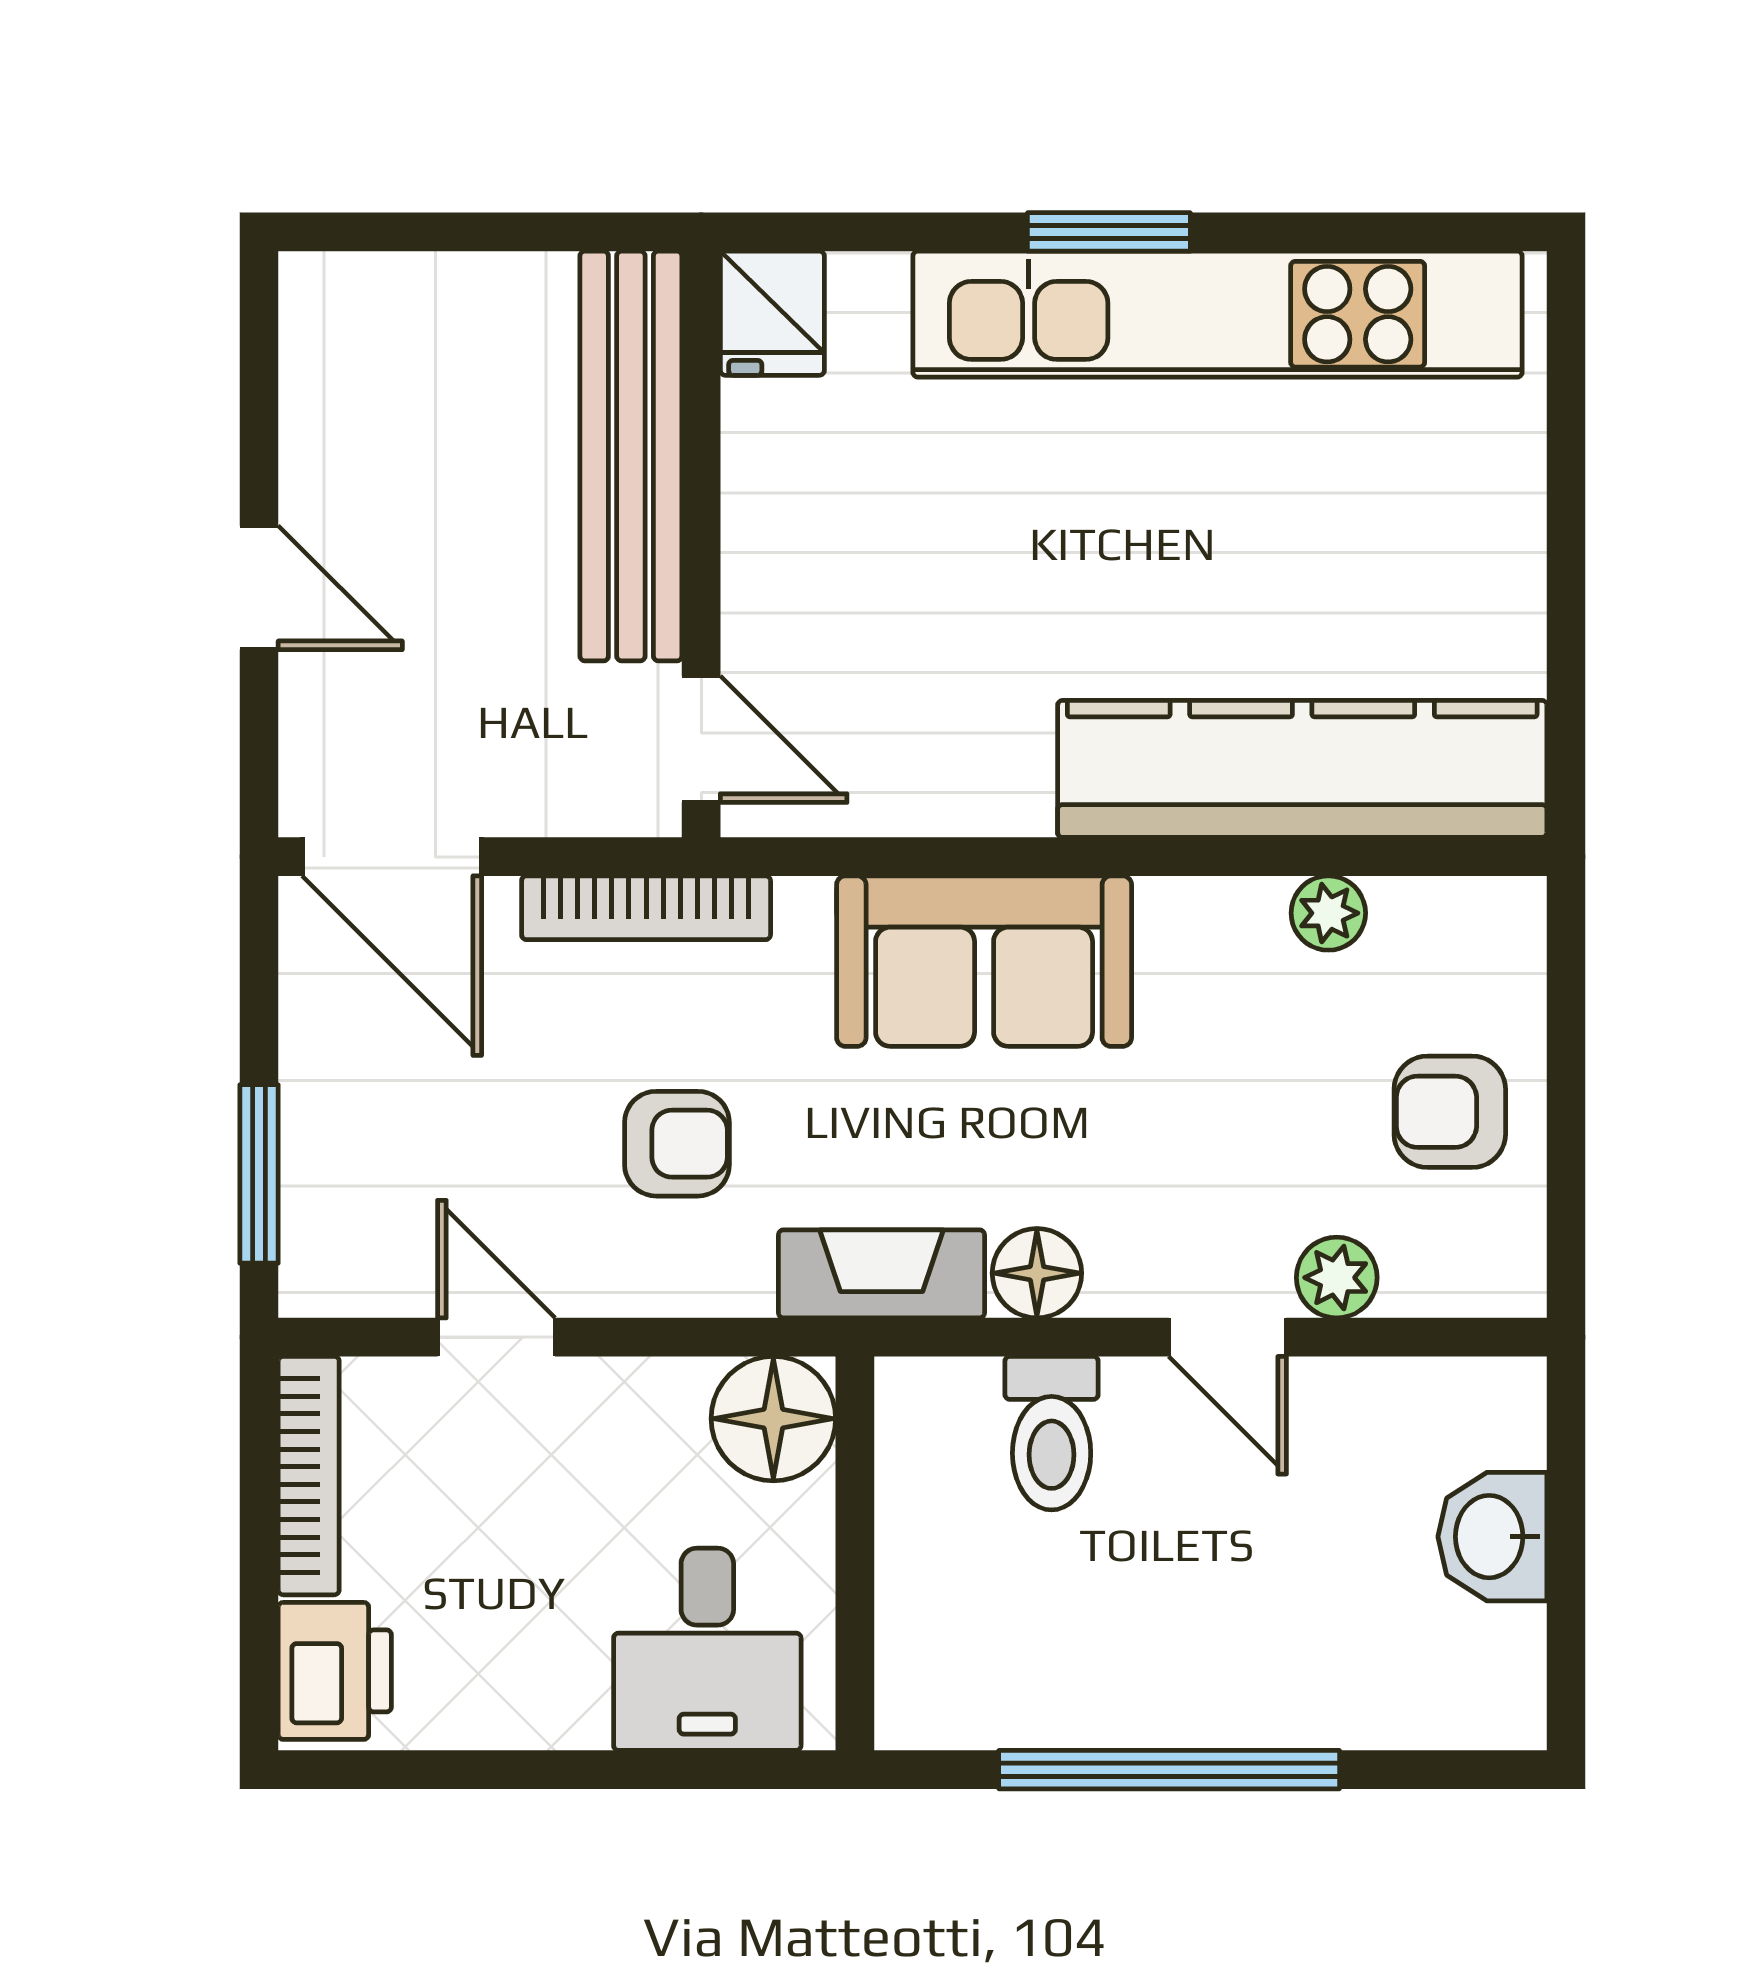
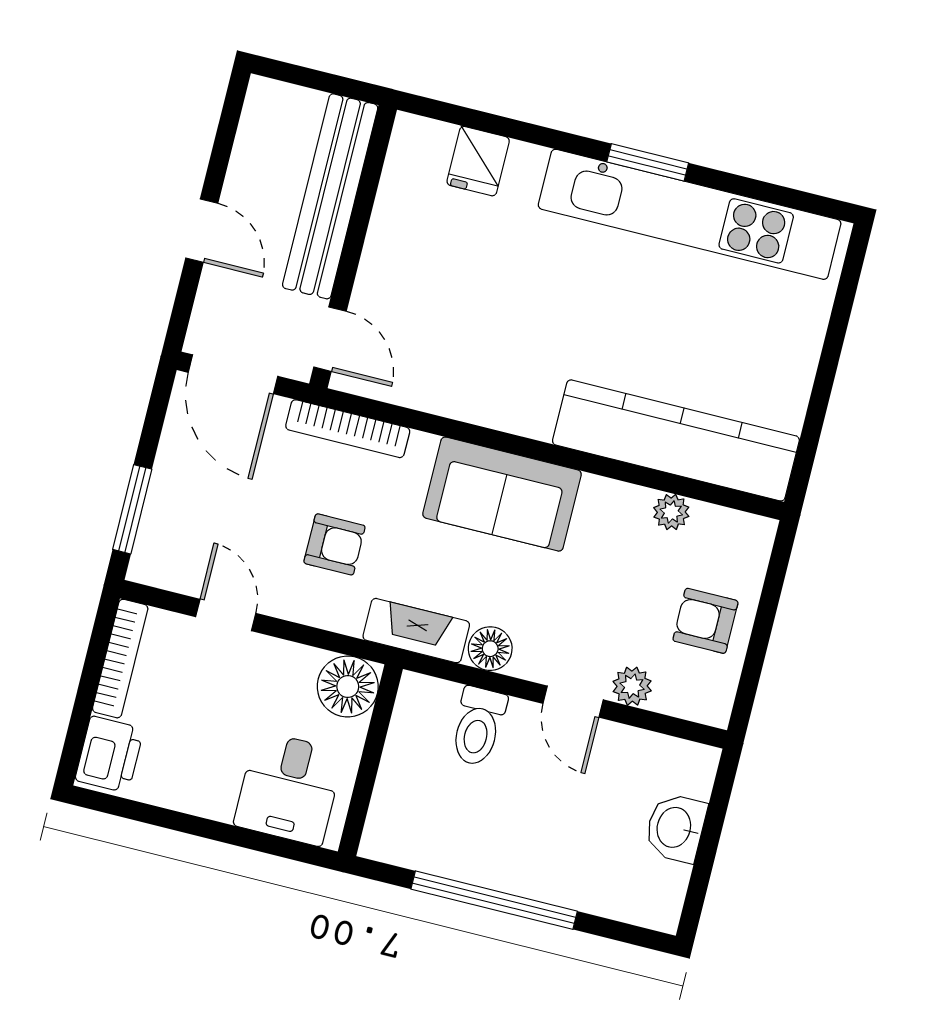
bench: (631, 456) -> (330, 196), moved
wall: (701, 544) -> (353, 247), moved
door: (701, 739) -> (330, 339), moved

